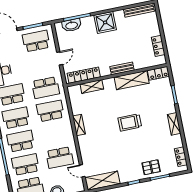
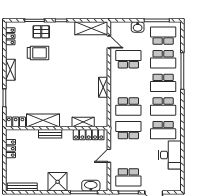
trolley: (130, 122) -> (38, 53), moved

